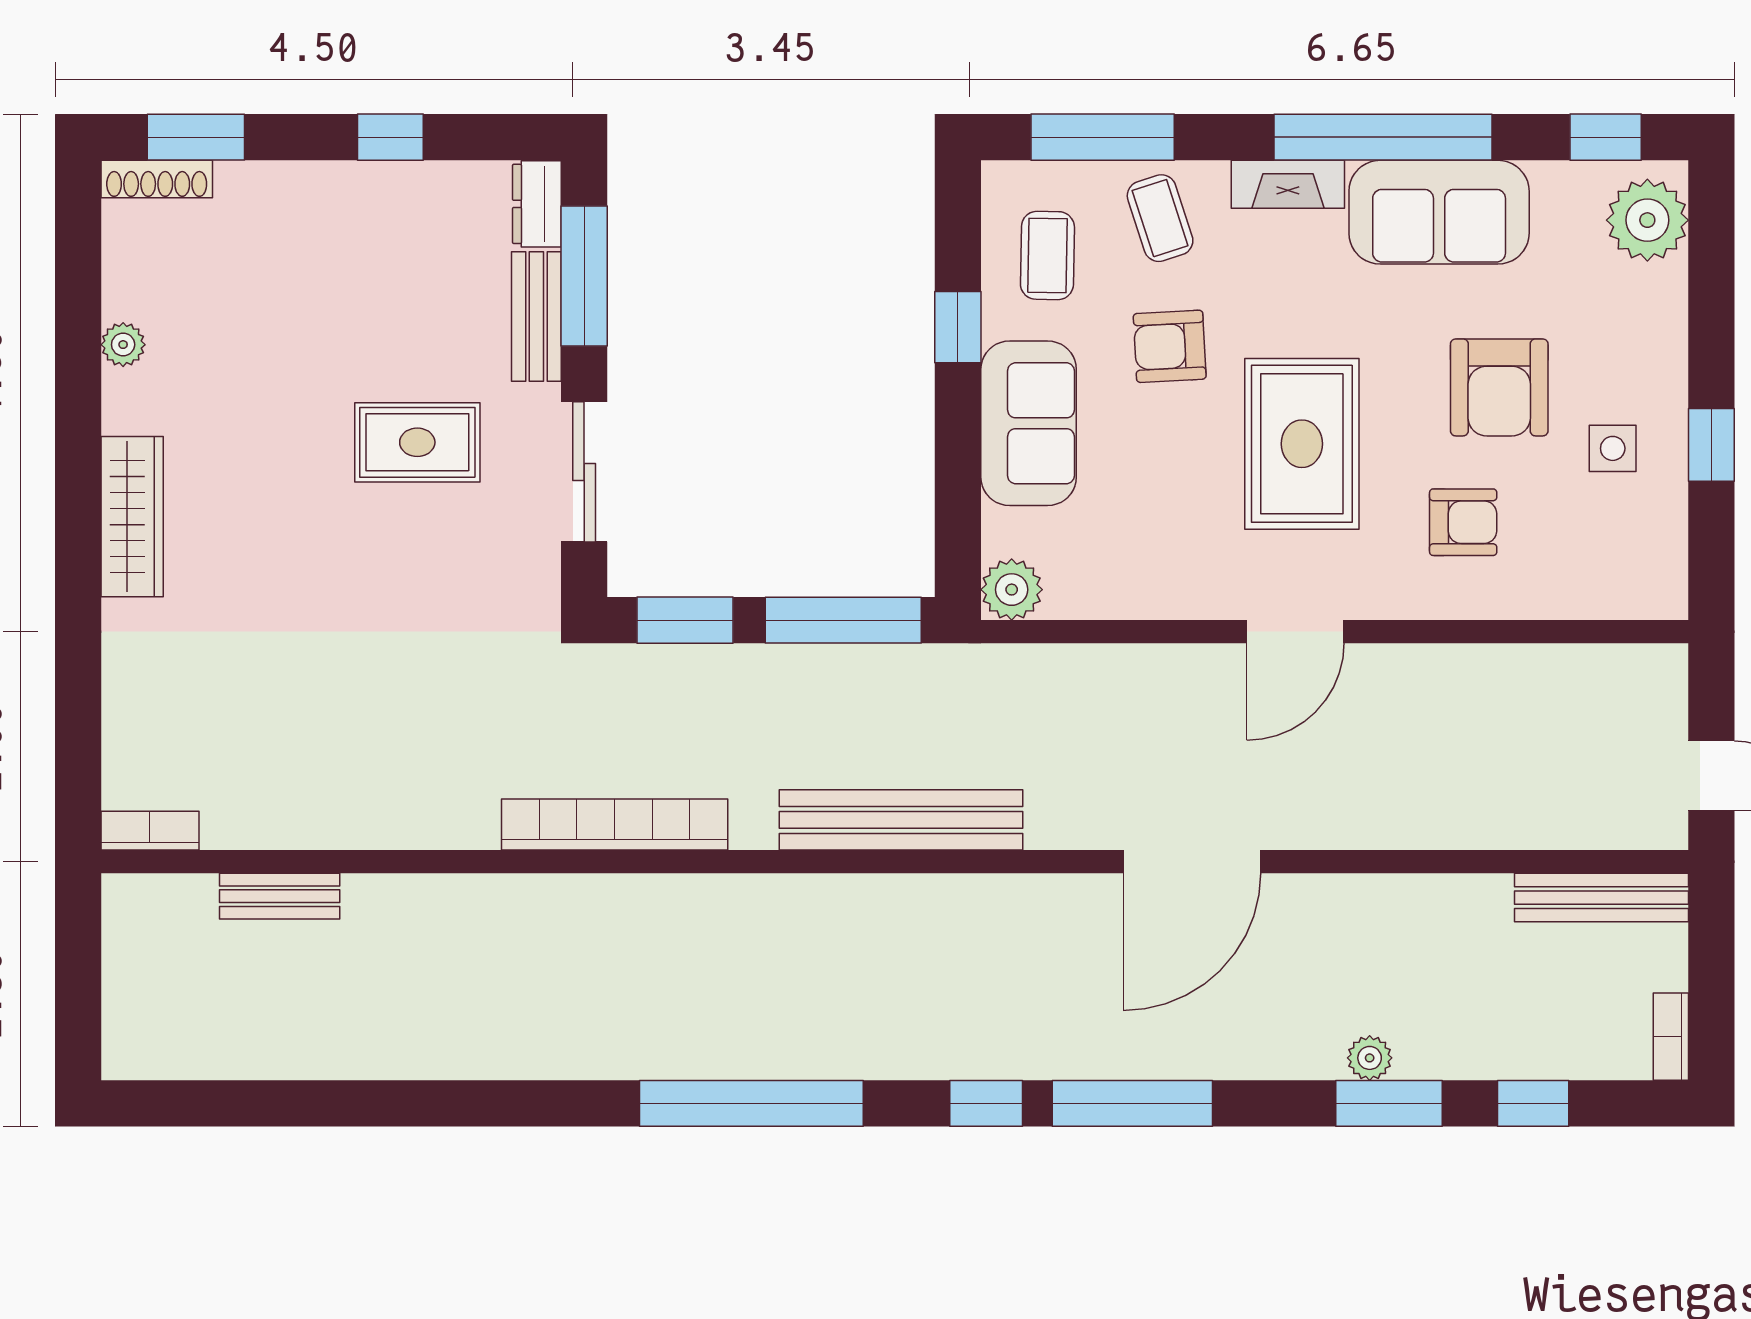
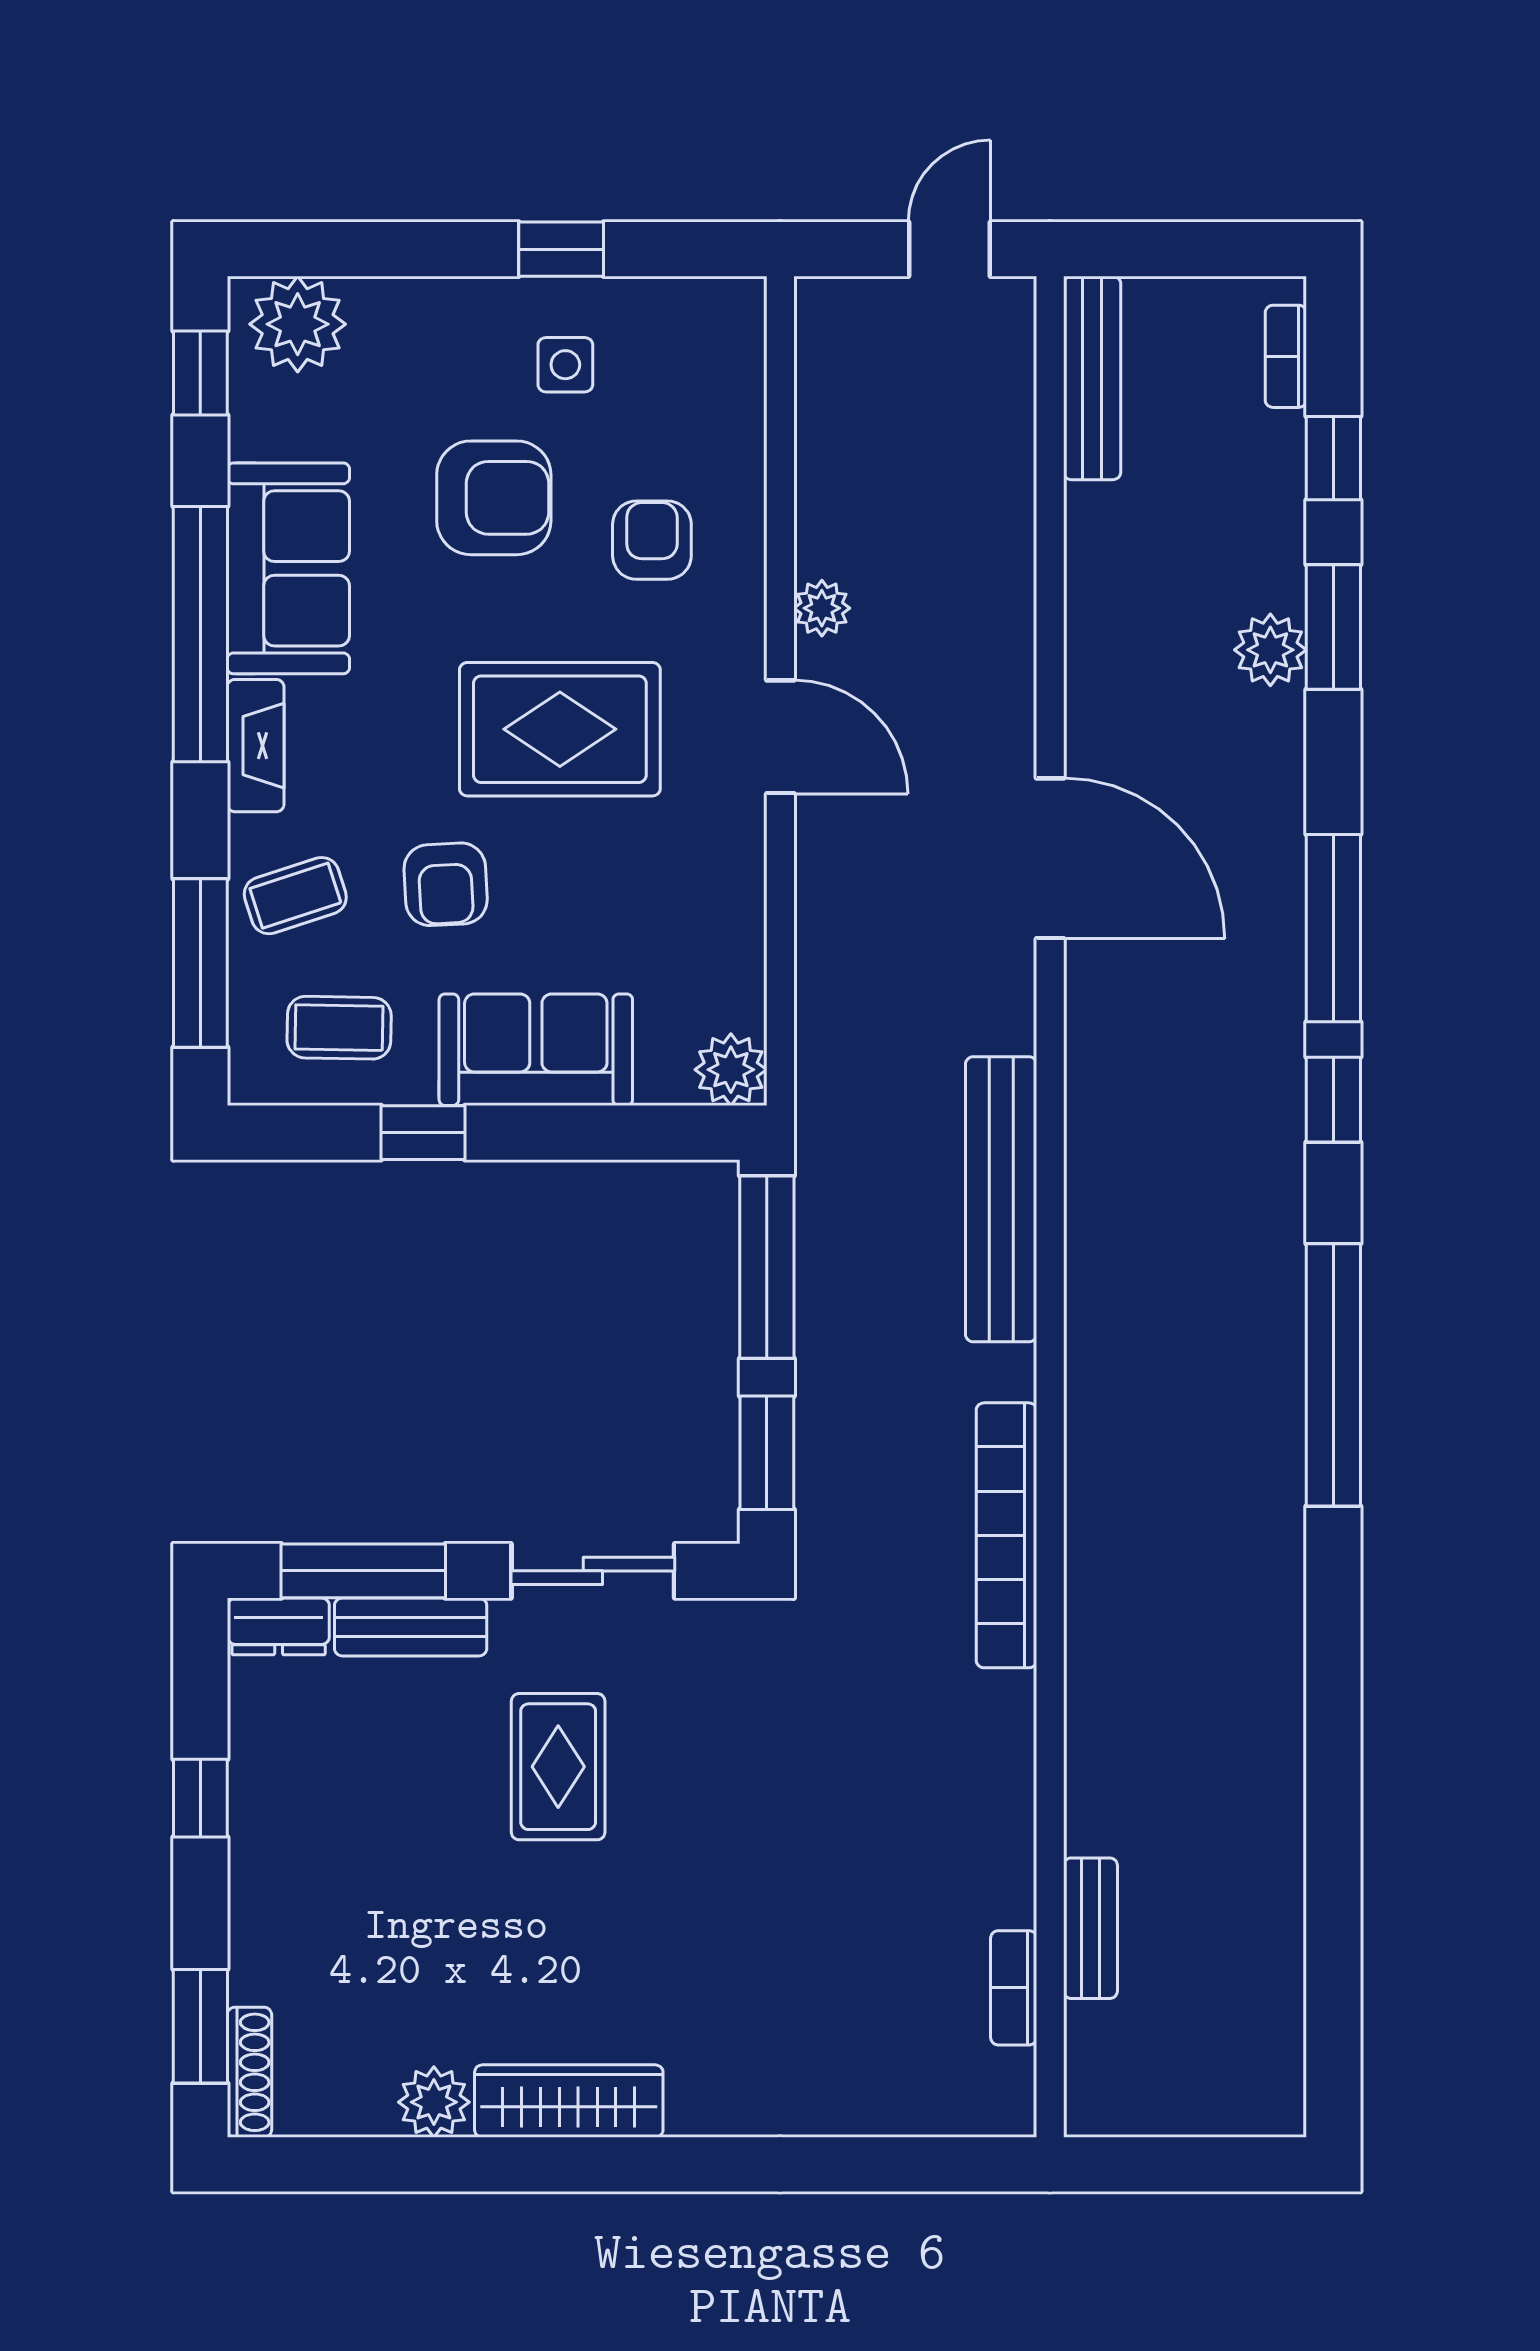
plant: (123, 345) -> (434, 2102), width x1.38, depth x1.38
wardrobe: (132, 517) -> (569, 2101), moved
plant: (1405, 667) -> (822, 608), added
bookcase: (150, 831) -> (1014, 1988), moved
bookcase: (1671, 1037) -> (1286, 356), moved, turned 90
plant: (1370, 1058) -> (1270, 650), width x1.38, depth x1.38

